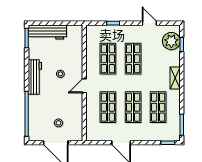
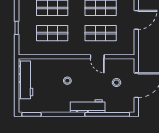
workbench: (47, 32) -> (25, 80), moved
workbench: (35, 77) -> (88, 106), moved
door: (84, 86) -> (97, 57), moved

